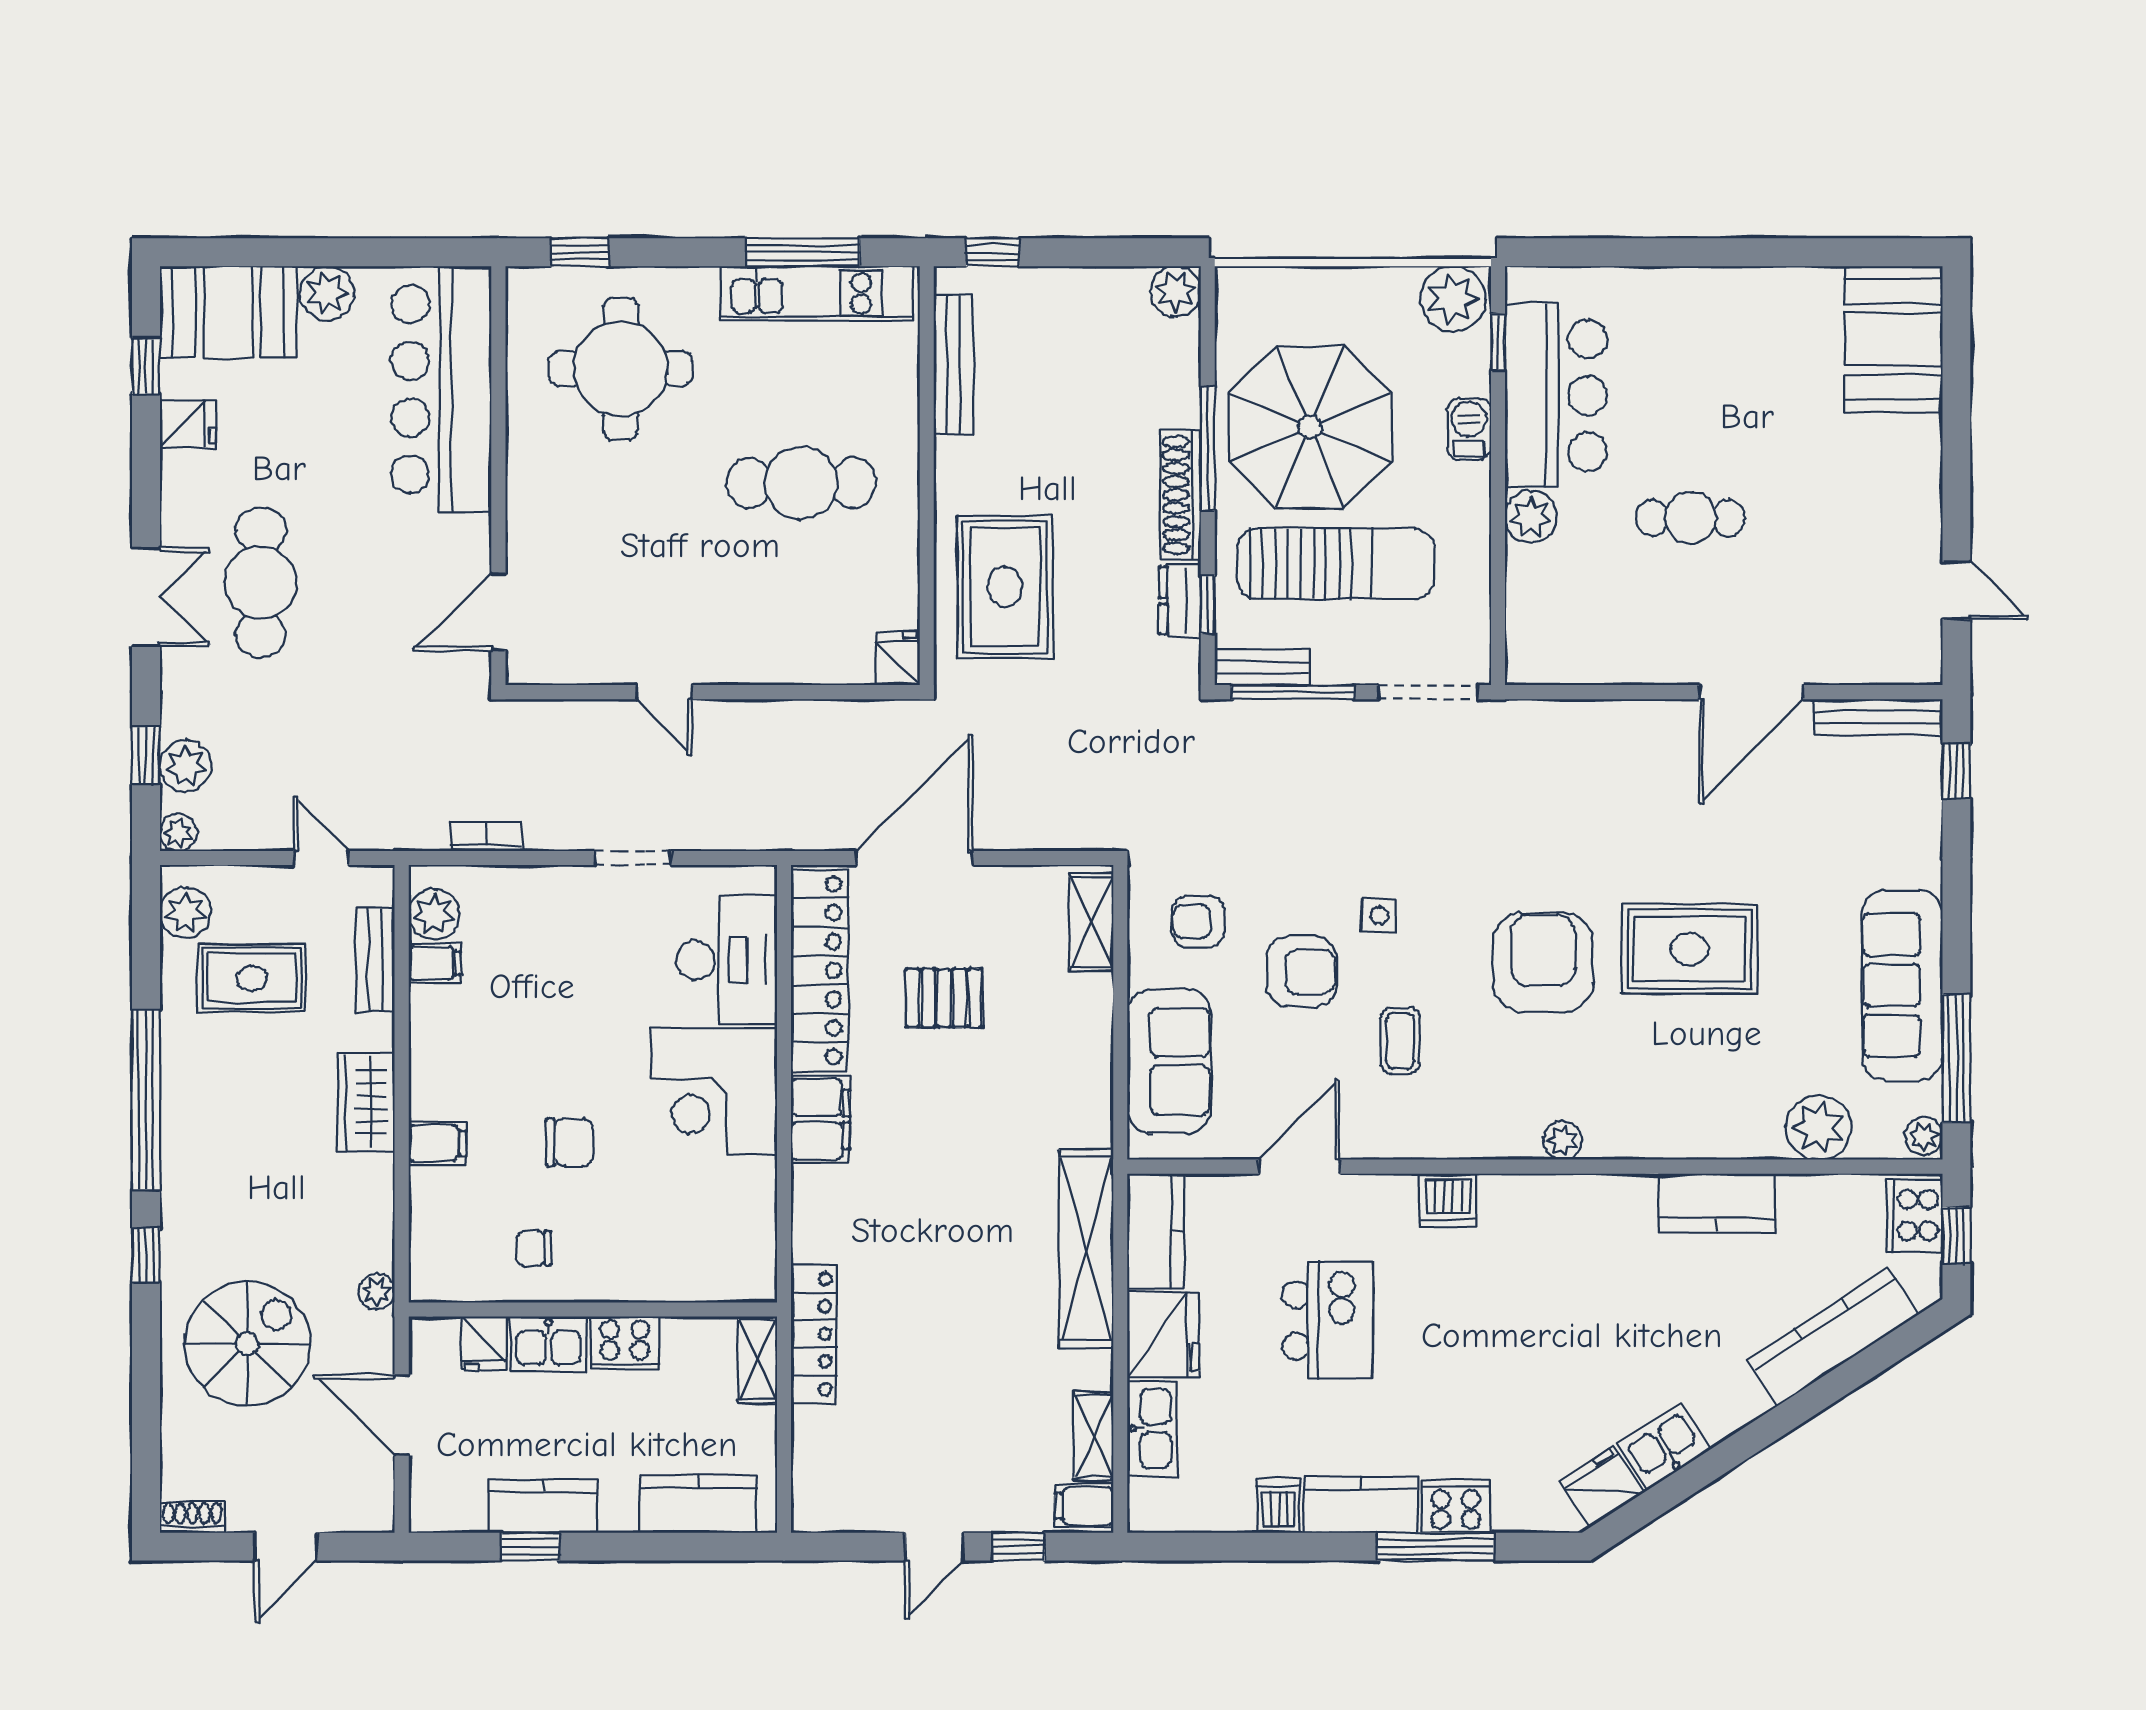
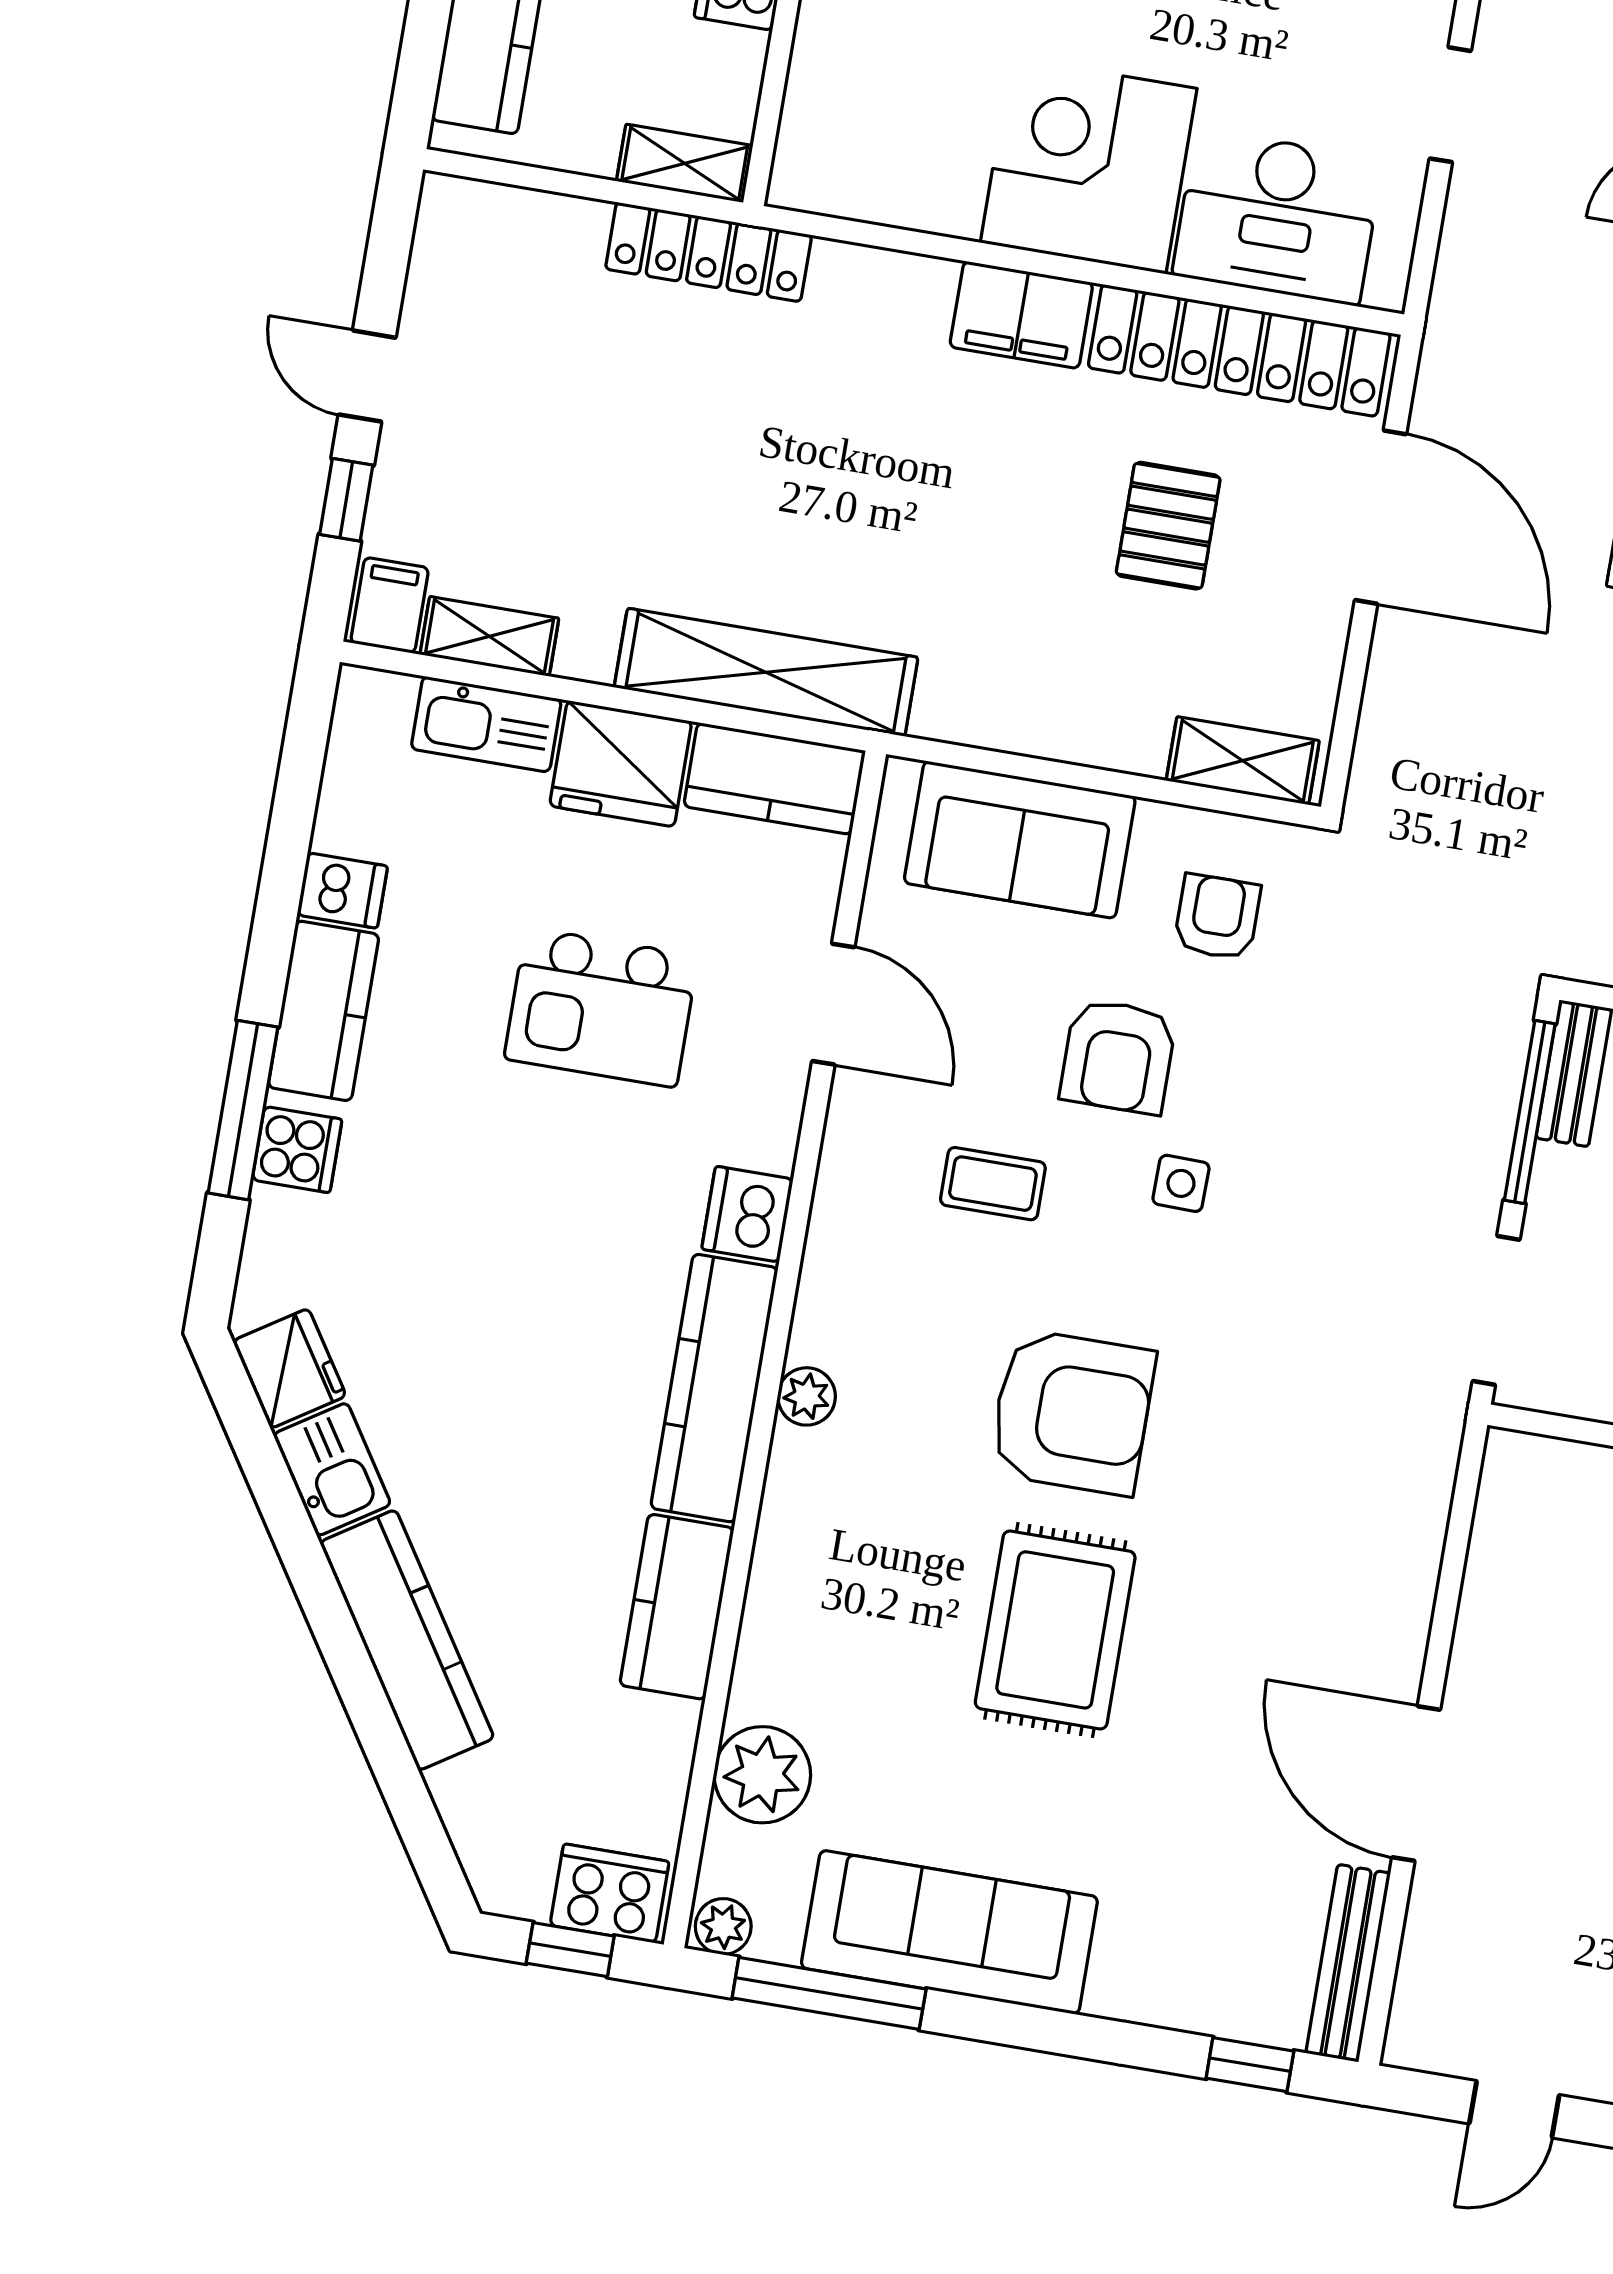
kitchen counter: (1567, 1203) -> (714, 1388), added
kitchen counter: (1833, 1337) -> (407, 1640), moved
cooker: (1456, 1506) -> (297, 1150), width x0.73

